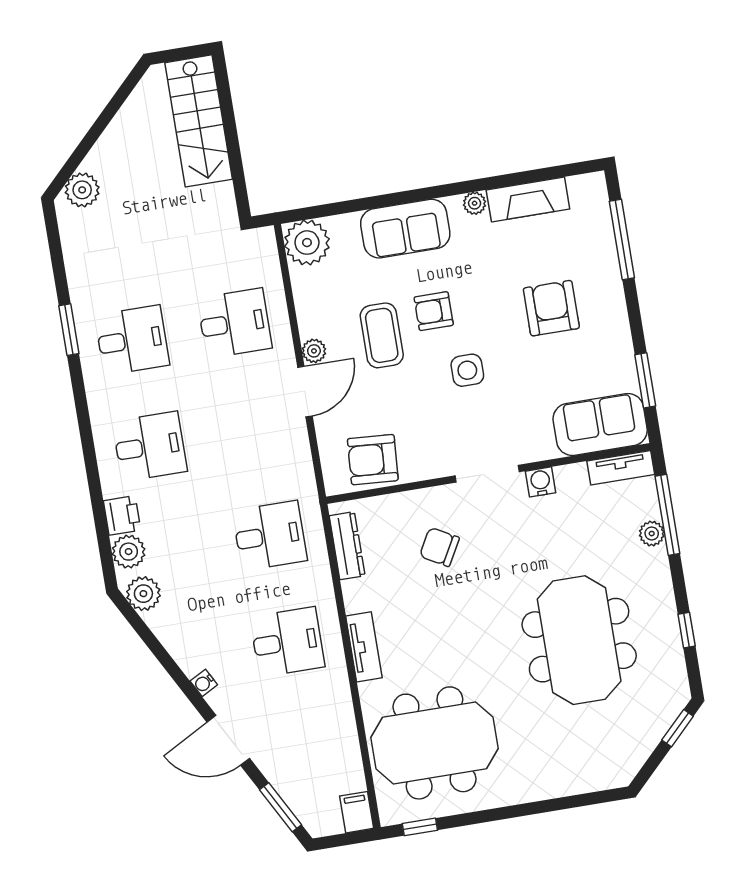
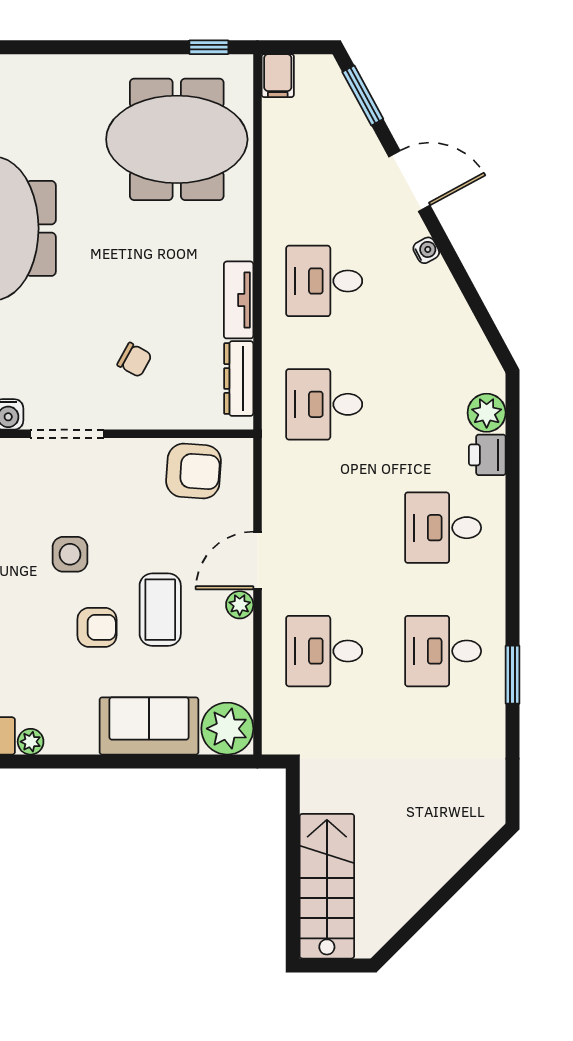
plant: (82, 190) -> (471, 830), removed
sofa: (405, 229) -> (149, 726), moved
chair: (439, 547) -> (135, 360), width x0.73, depth x0.73
plant: (143, 594) -> (478, 362), removed
tv unit: (364, 647) -> (239, 300), moved

